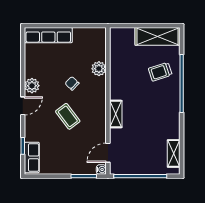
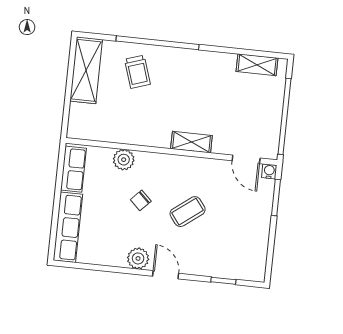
row of seats: (32, 157) -> (73, 169), moved, turned 90

